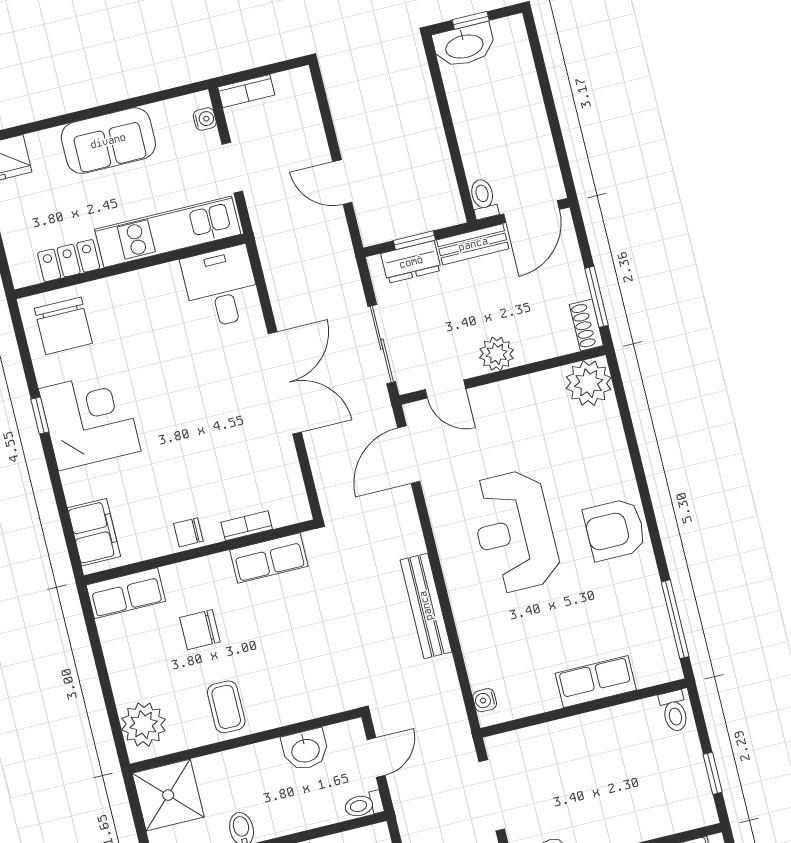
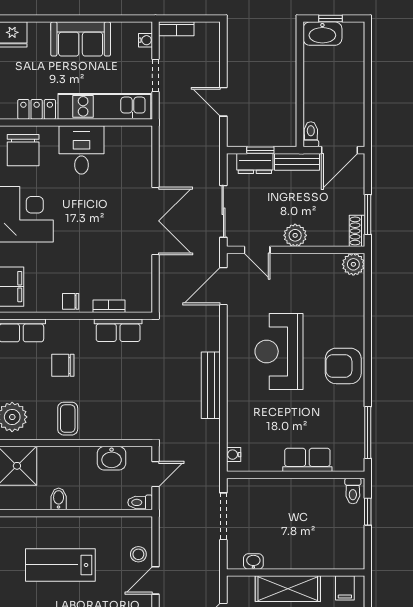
desk: (221, 287) -> (81, 150), moved
plant: (589, 383) -> (353, 264), width x0.73, depth x0.73
window: (713, 773) -> (368, 512), moved

